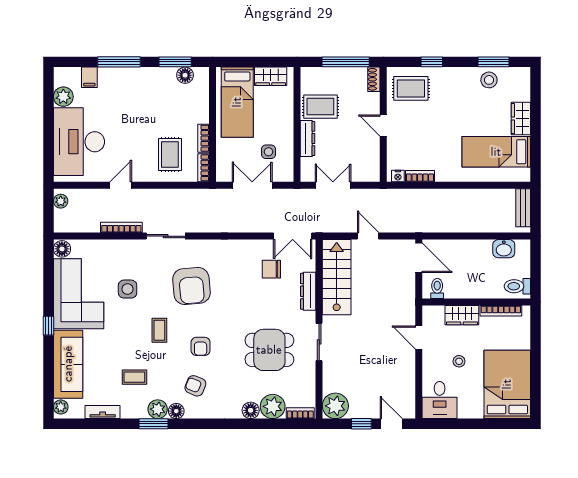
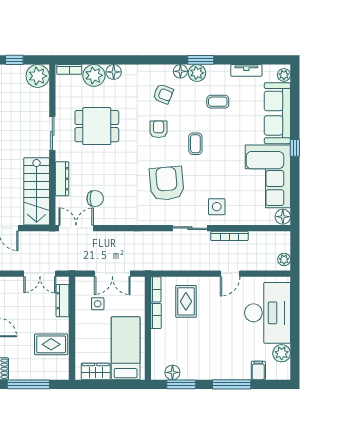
dresser: (308, 138) -> (63, 301), moved
side table: (128, 289) -> (217, 207), moved

